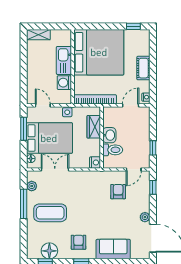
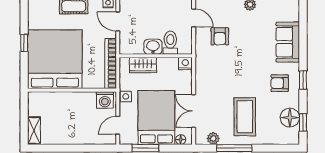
window: (133, 26) -> (24, 43), moved
kitchen sink: (64, 60) -> (65, 100), removed
washing machine: (64, 83) -> (105, 100), moved
armchair: (118, 192) -> (220, 36), turned -90

